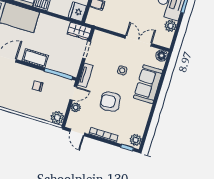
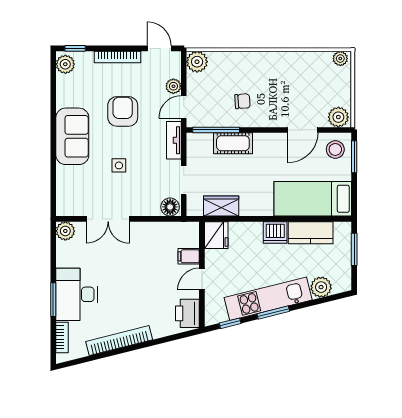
plant: (171, 26) -> (65, 231), moved
wardrobe: (79, 31) -> (221, 206), moved
floor lamp: (162, 56) -> (170, 207), moved
cot: (35, 58) -> (233, 143), moved
sofa: (148, 84) -> (72, 136), moved
armchair: (110, 102) -> (123, 111), turned -83

